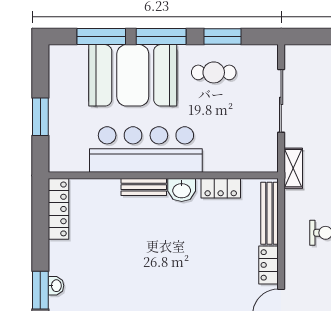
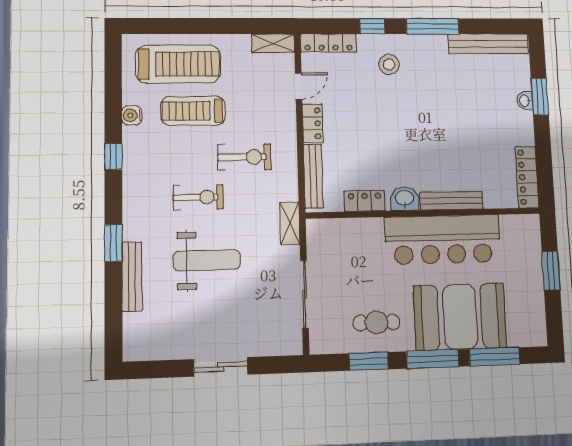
bench: (144, 187) -> (451, 201), width x1.36

